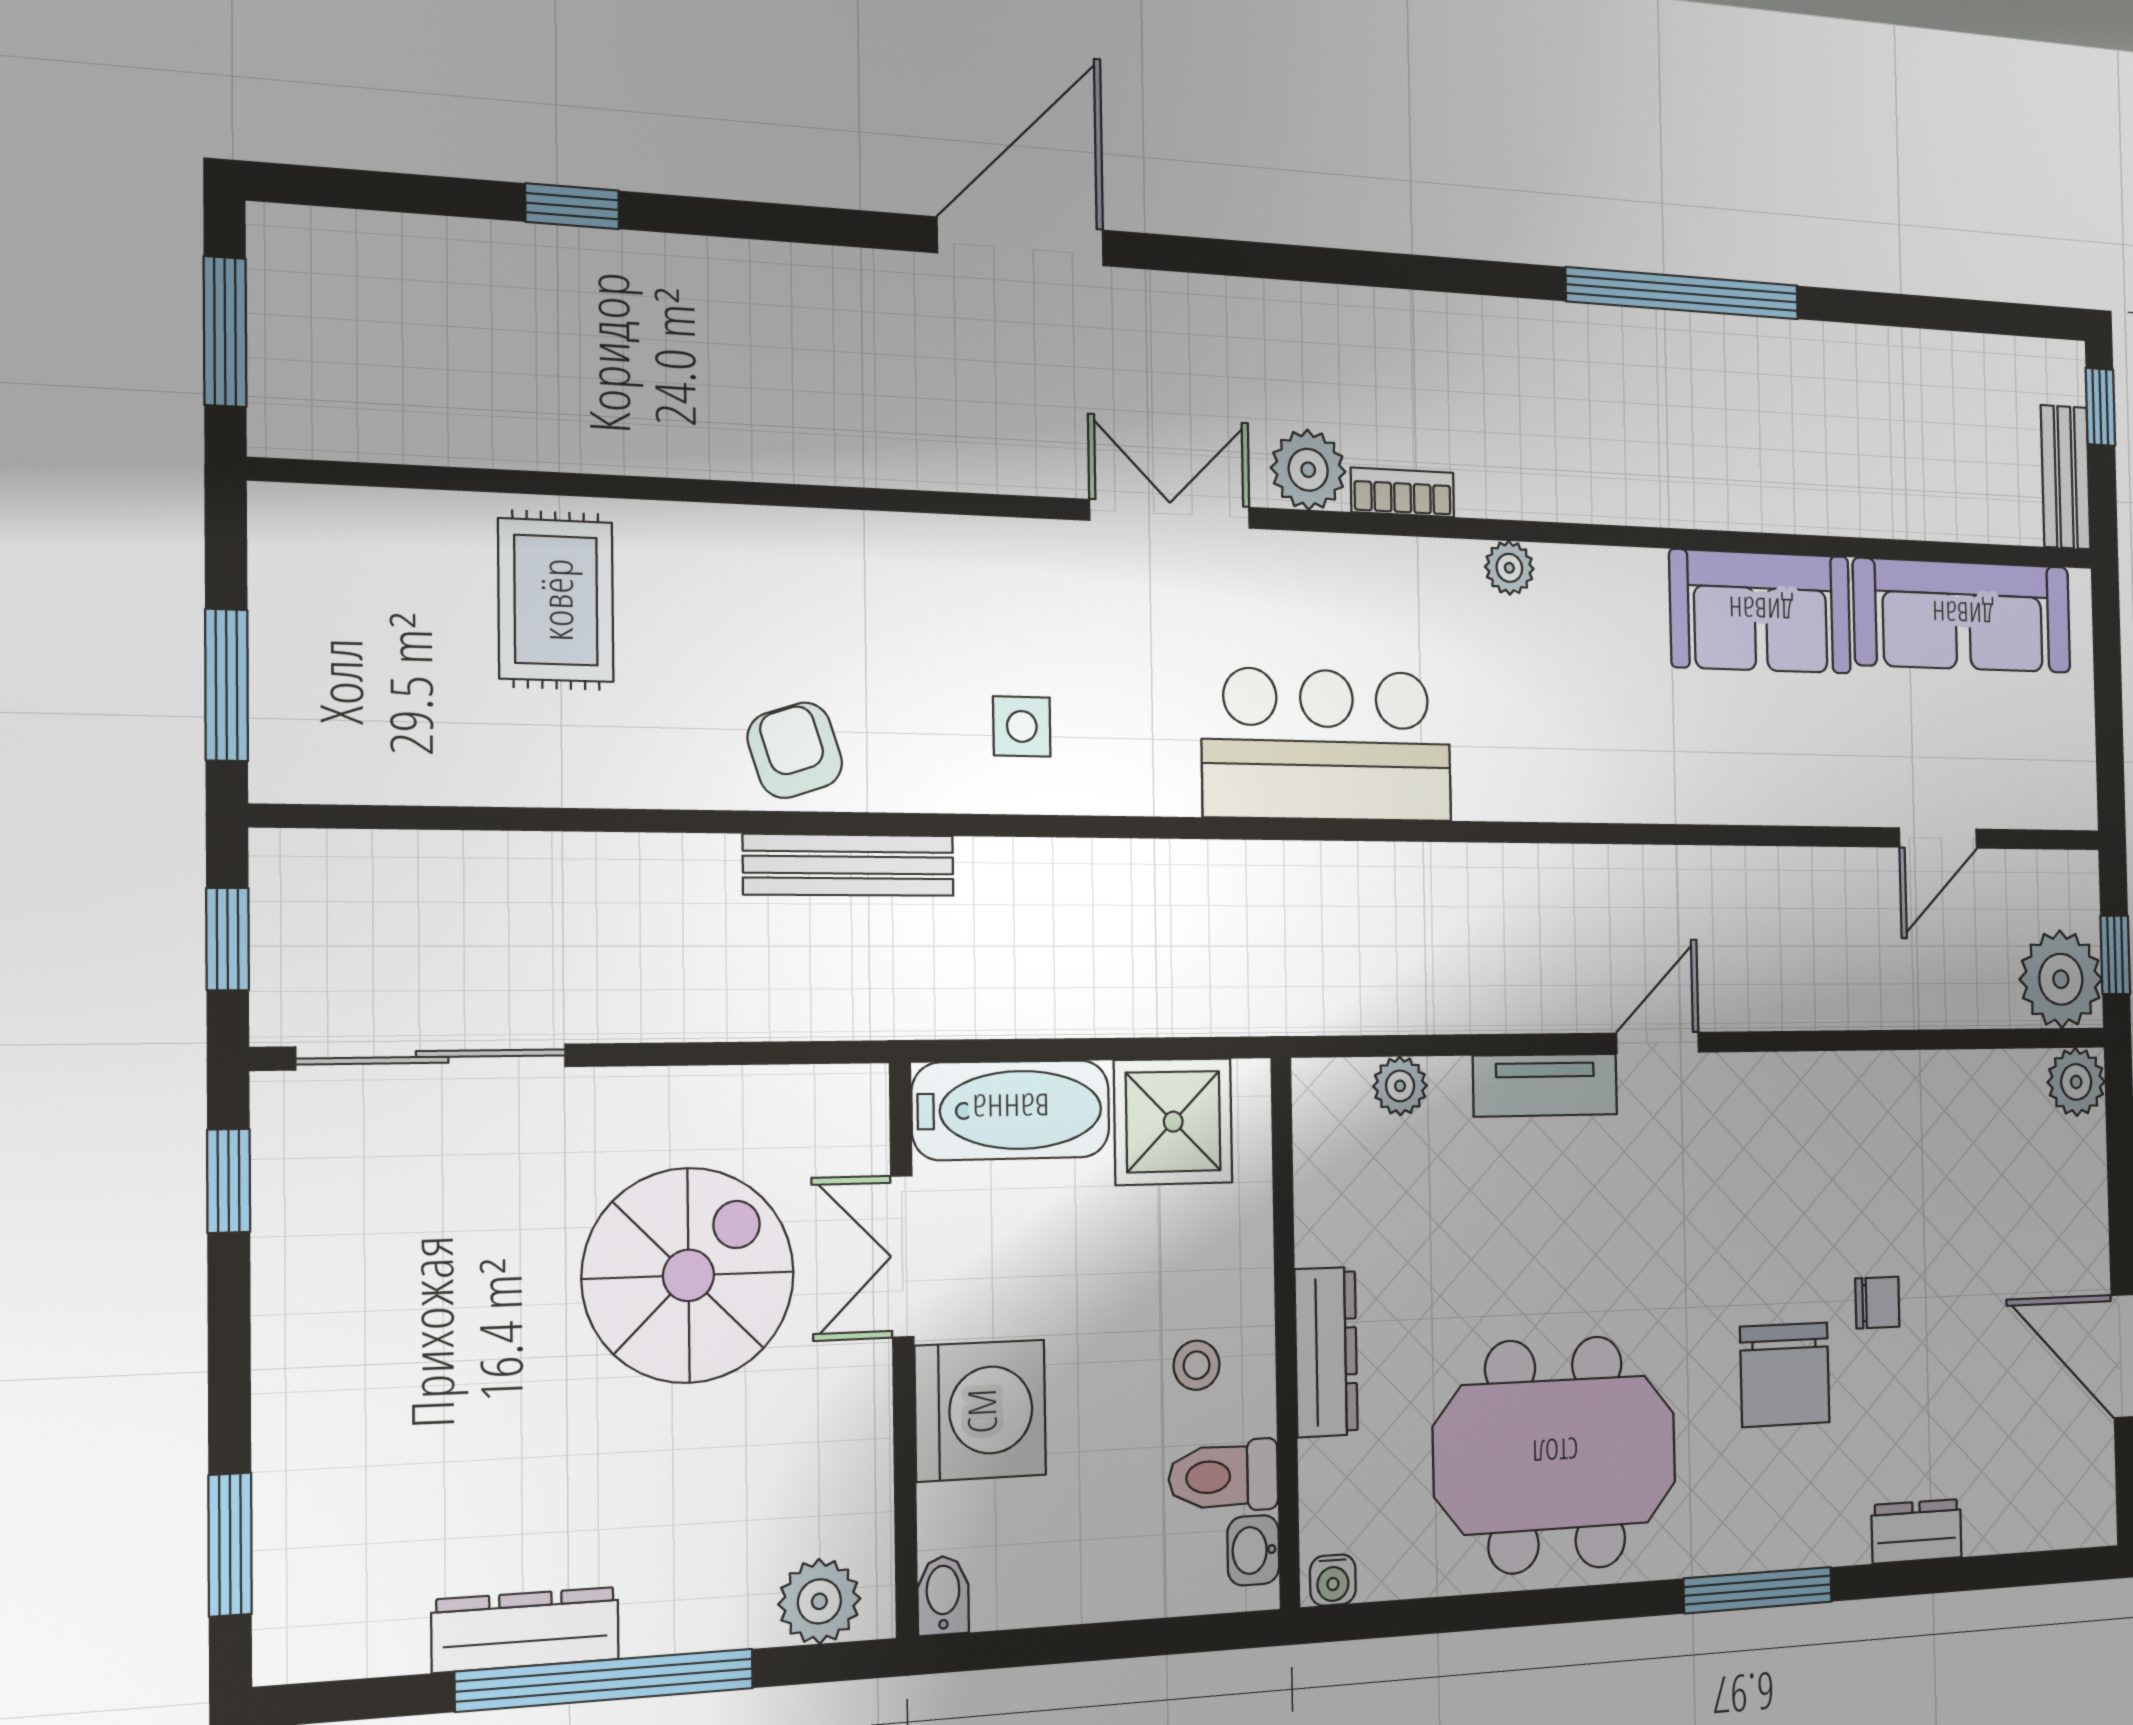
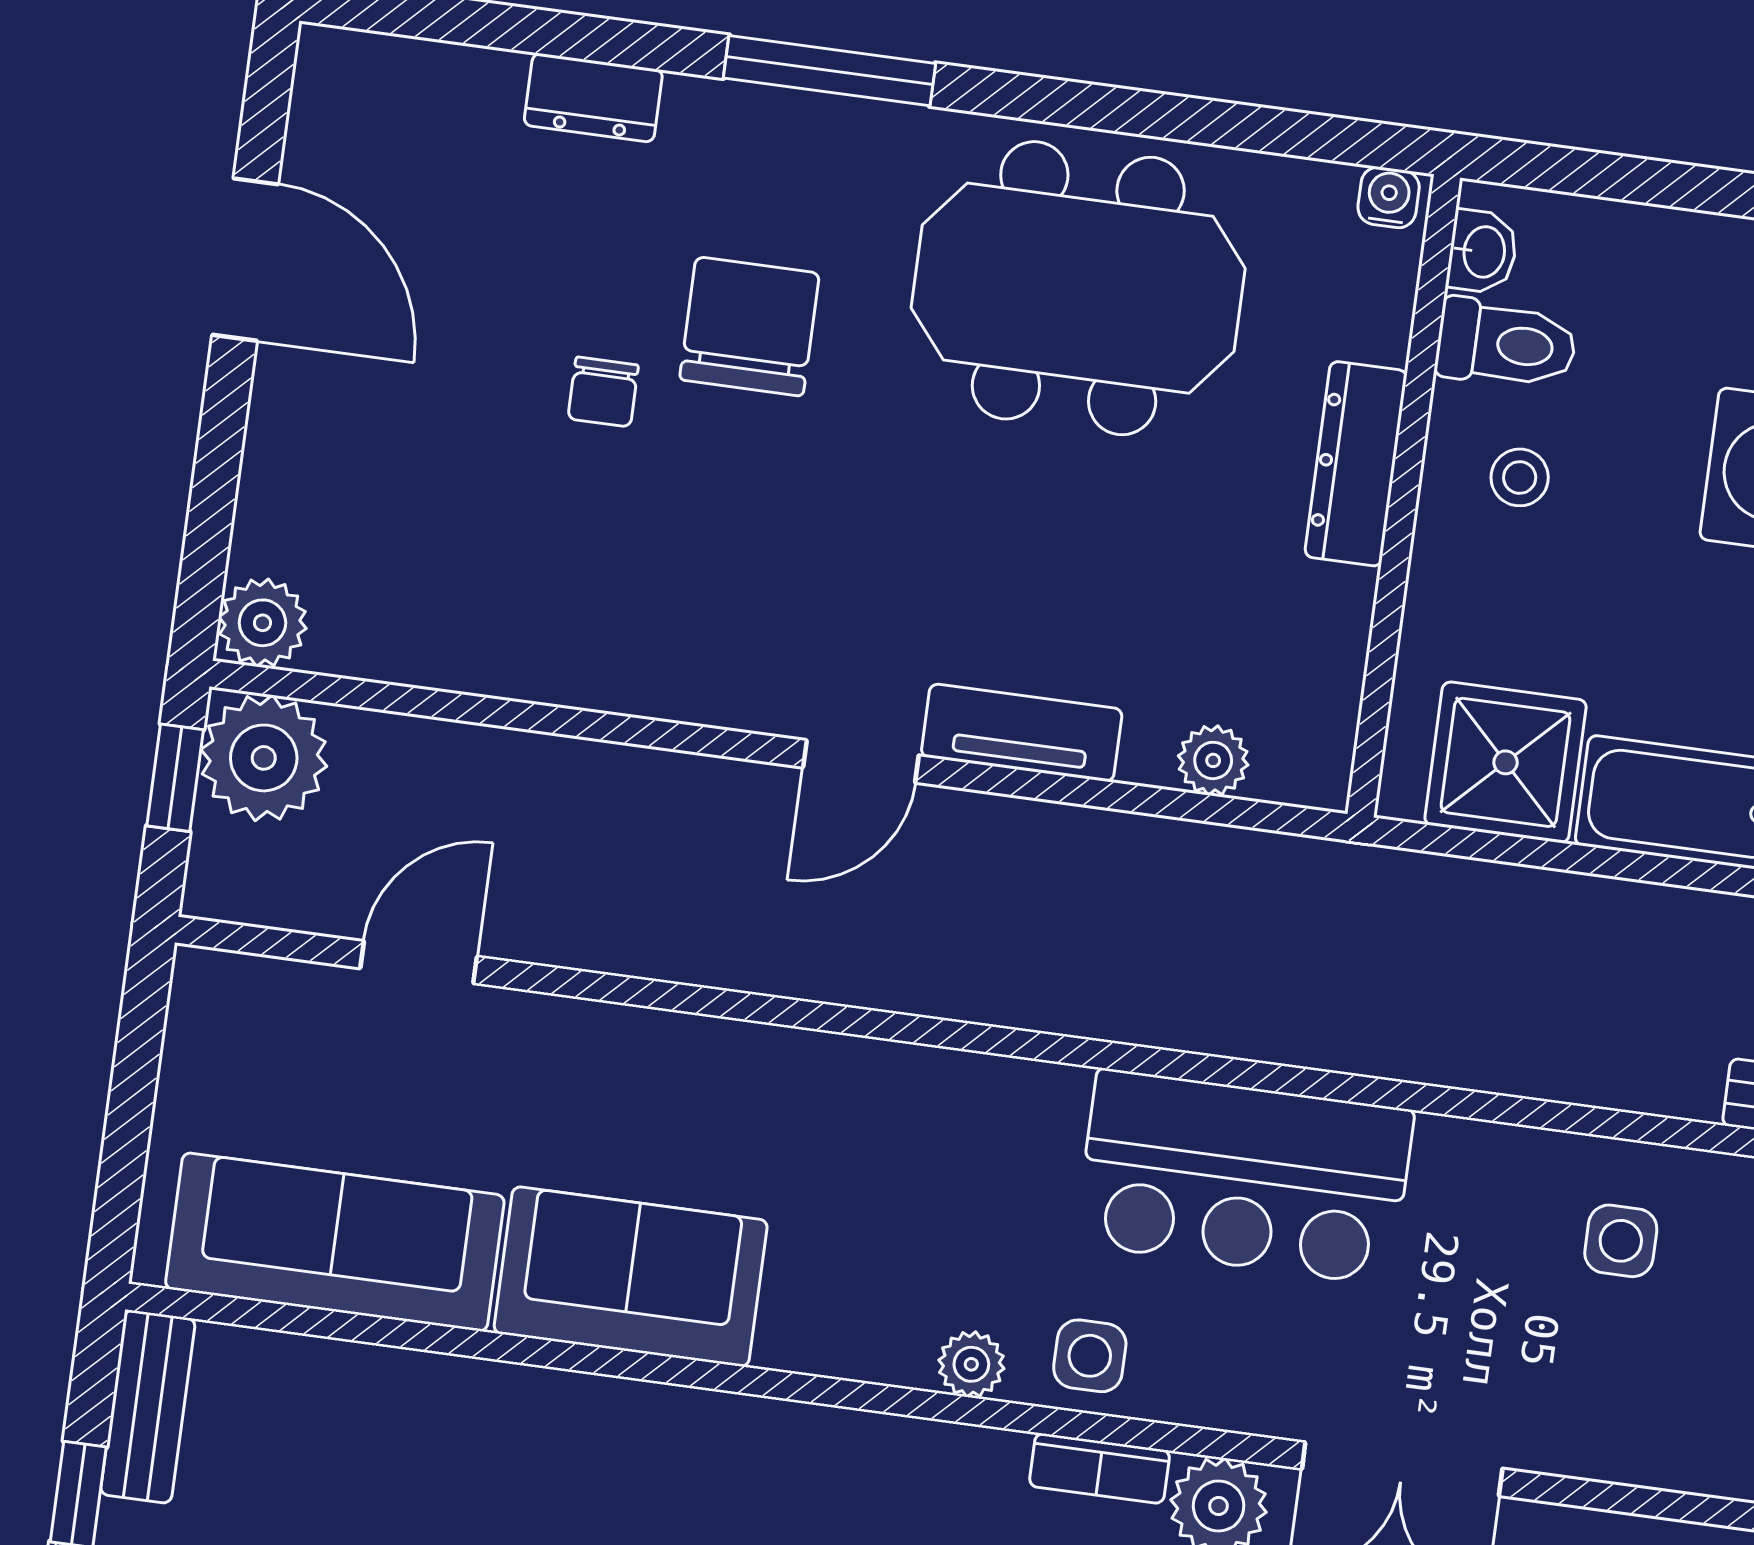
side table: (1423, 584) -> (1090, 1356), added
chair: (1877, 1303) -> (603, 392), turned -90

